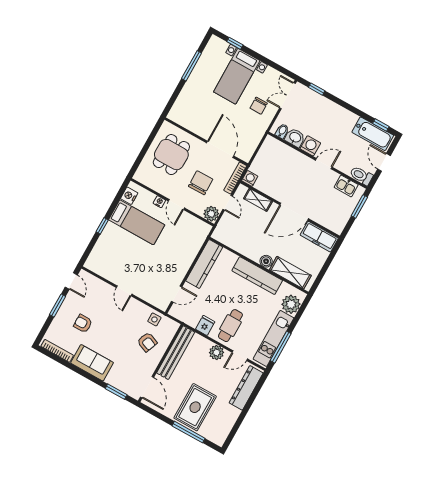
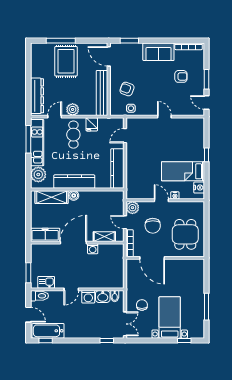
washing machine: (250, 178) -> (93, 249), moved

